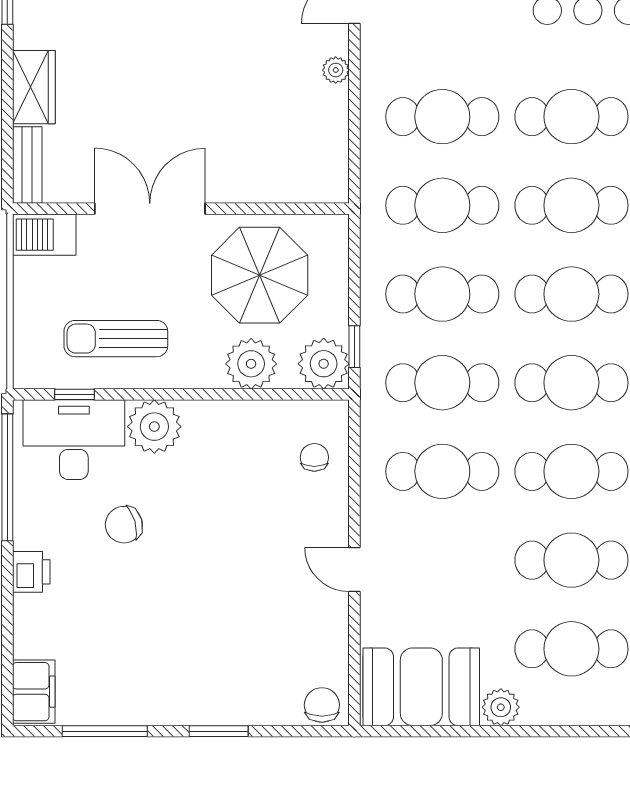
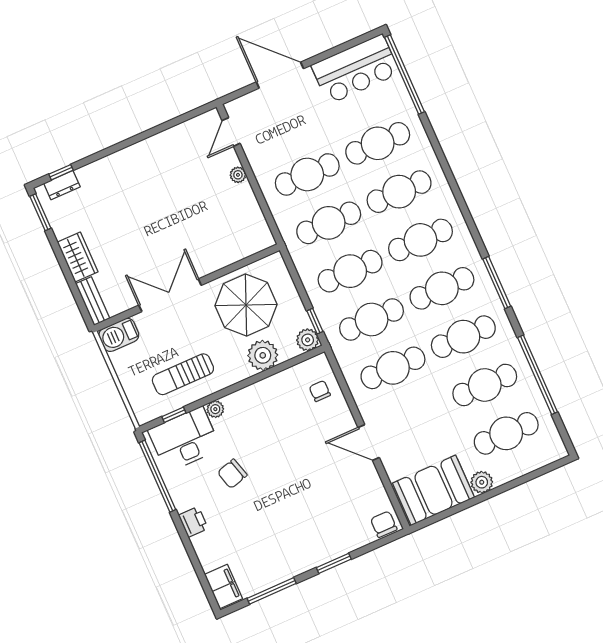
plant: (324, 364) -> (308, 340), width x0.73, depth x0.73
plant: (154, 427) -> (215, 409), width x0.53, depth x0.53
door: (354, 570) -> (369, 443), width x1.38

